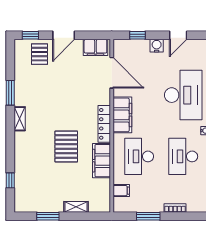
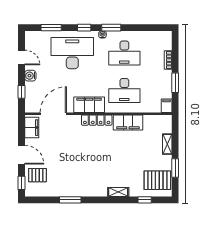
shelving: (20, 119) -> (118, 192), moved
pallet: (66, 147) -> (157, 180), moved
filing cabinet: (121, 191) -> (167, 106), moved

